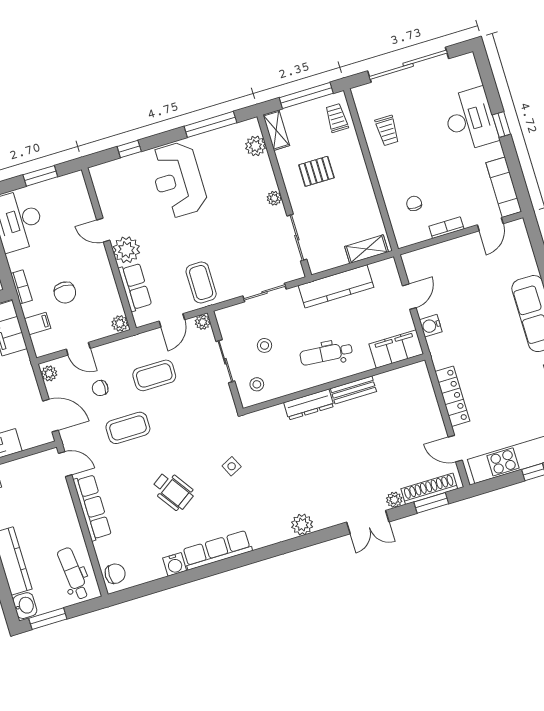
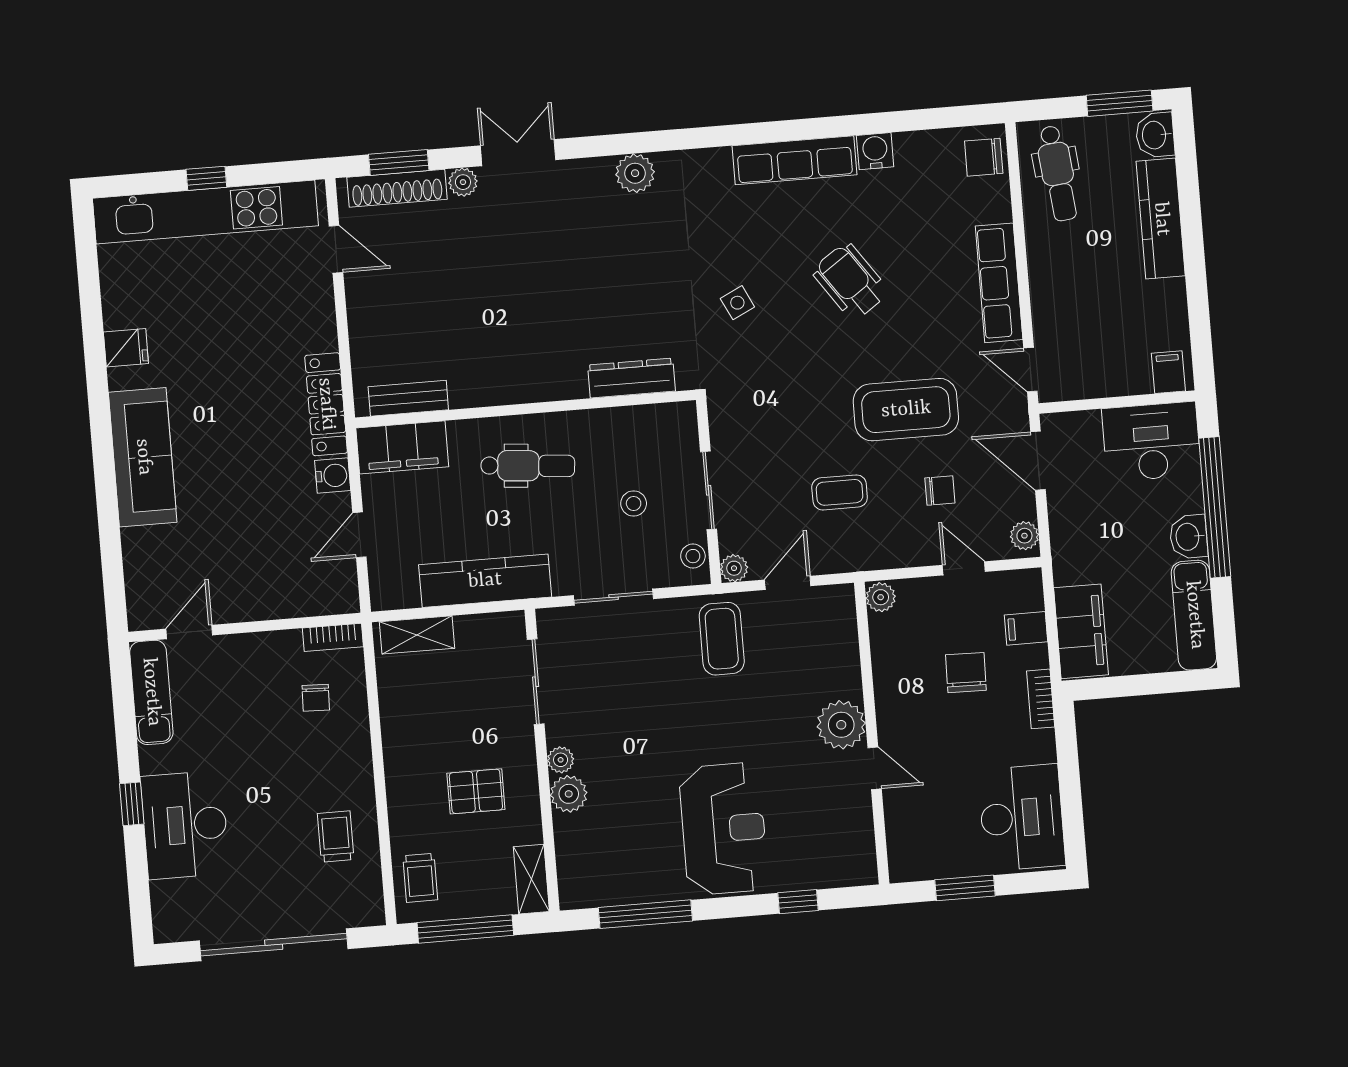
plant: (255, 146) -> (569, 794), moved
bookcase: (446, 228) -> (333, 637), moved
row of seats: (135, 287) -> (840, 656), removed
coffee table: (154, 375) -> (840, 492), width x0.73, depth x0.77
stool: (257, 384) -> (693, 556), moved
bench: (353, 390) -> (408, 398), moved
locker: (452, 396) -> (326, 404), moved
dresser: (309, 404) -> (631, 378), moved
coffee table: (128, 428) -> (906, 410), width x1.36, depth x1.32

